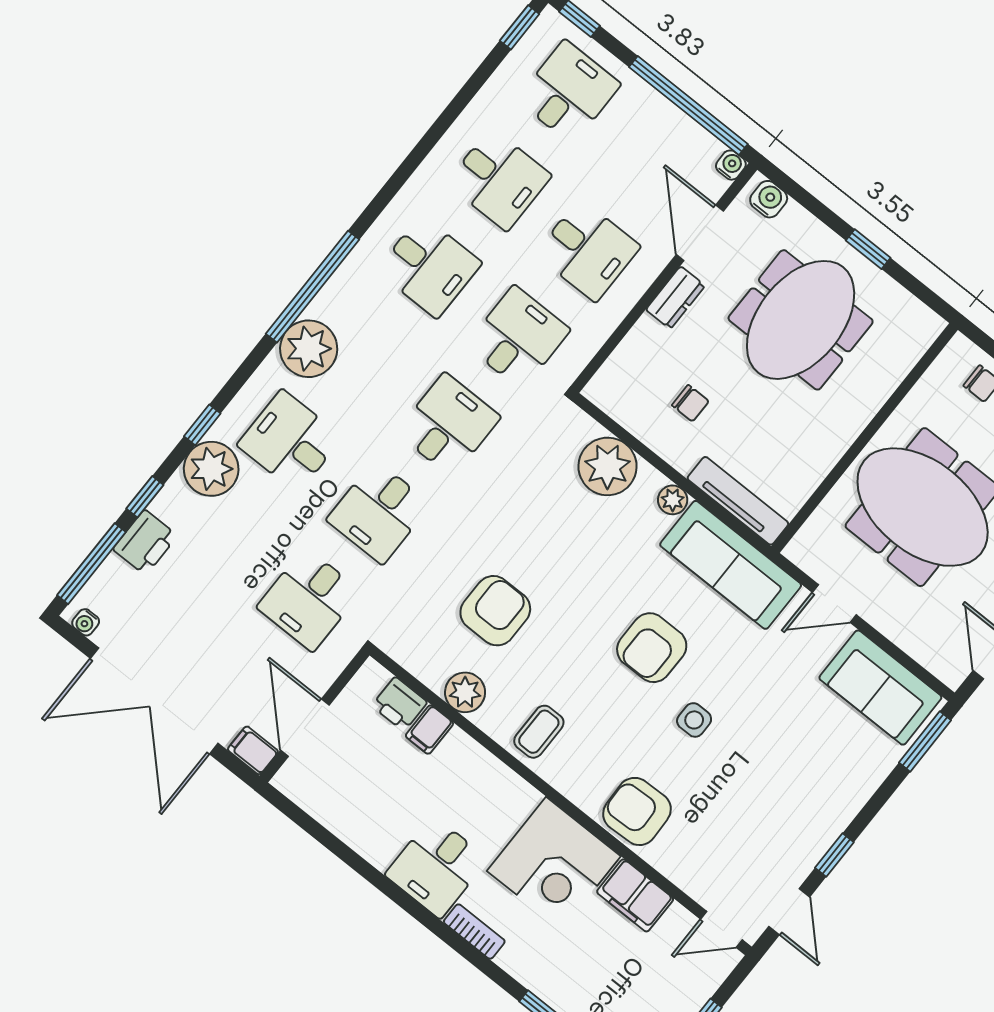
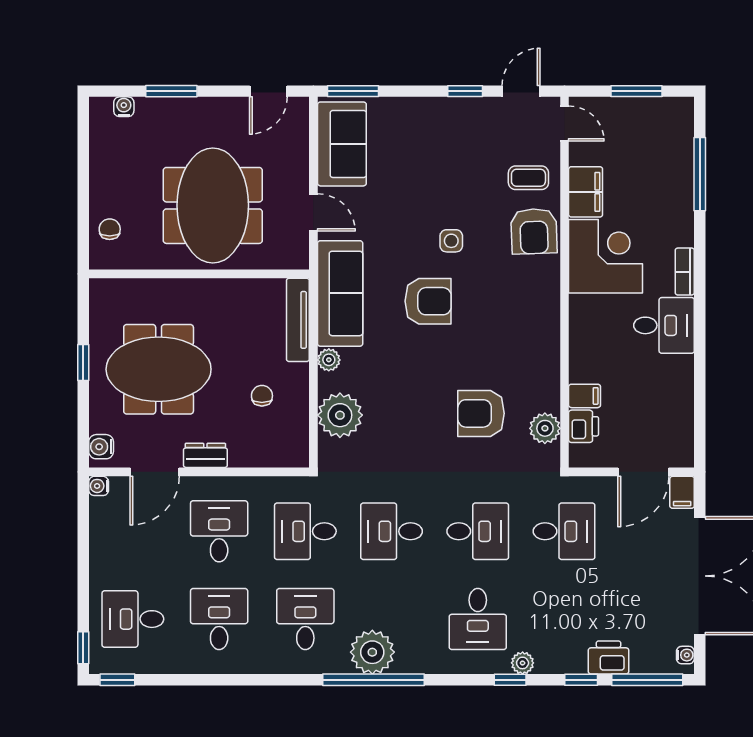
window: (688, 106) -> (83, 540), removed
plant: (309, 349) -> (372, 652), moved
plant: (211, 469) -> (523, 663), width x0.53, depth x0.53
plant: (465, 692) -> (545, 428), moved
coffee table: (539, 732) -> (528, 178), moved

